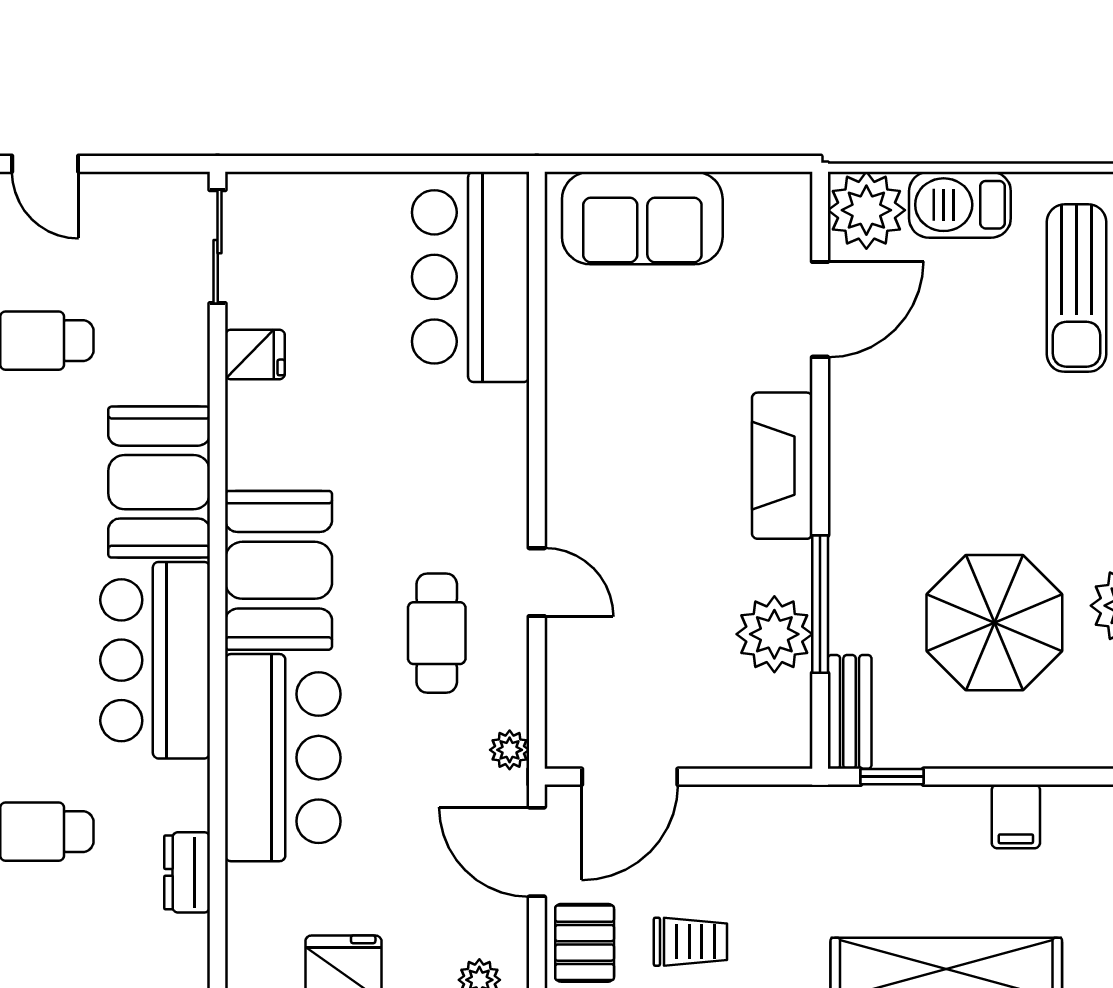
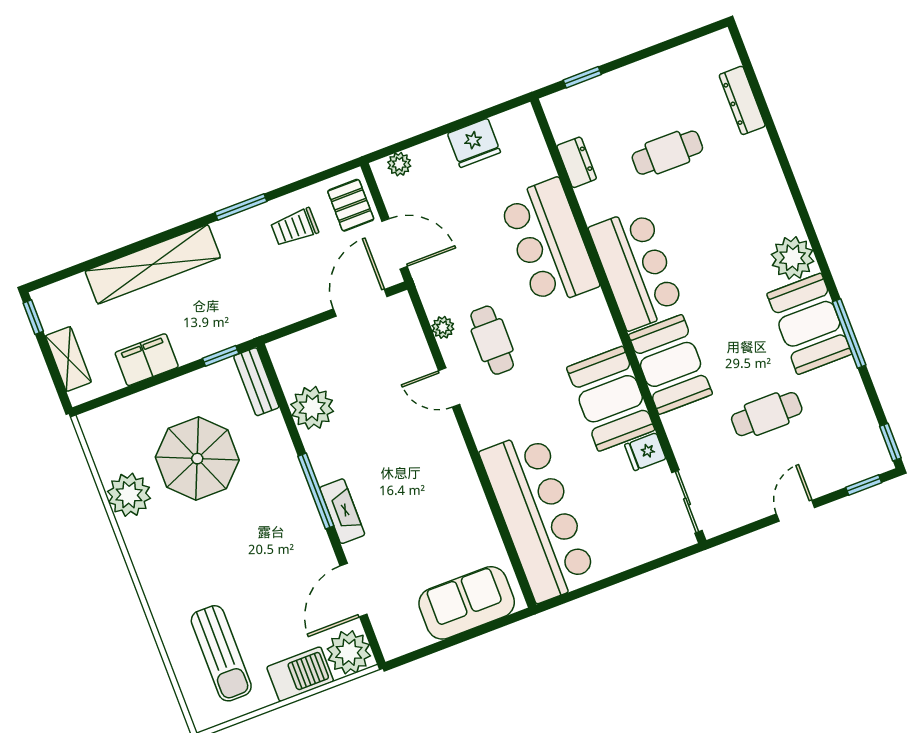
door: (45, 164) -> (796, 511), hinge flipped
bar counter: (471, 277) -> (538, 516), width x1.36
sun lounger: (1076, 288) -> (221, 653), turned 180
fireplace: (782, 466) -> (342, 511), width x0.73, depth x0.76
booth: (279, 570) -> (611, 399), moved
window: (820, 604) -> (316, 491), moved
plant: (510, 750) -> (443, 327), moved
filing cabinet: (1016, 816) -> (147, 360), width x2.00

